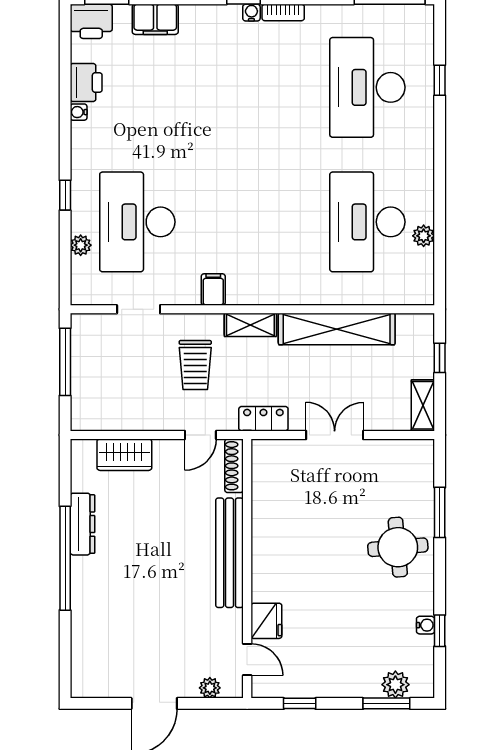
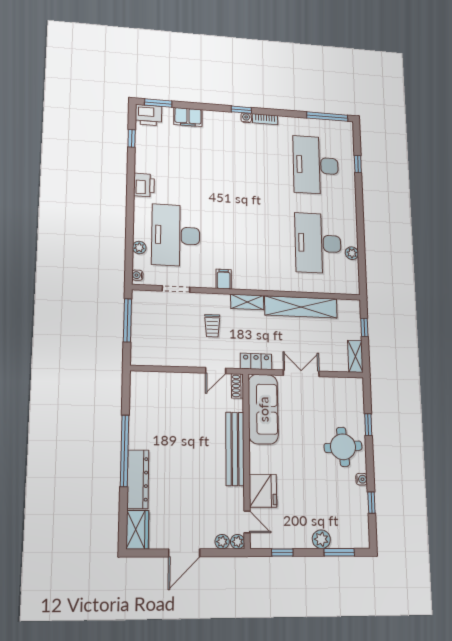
printer: (86, 83) -> (144, 185), moved
water cooler: (79, 112) -> (137, 275), moved
window: (65, 195) -> (132, 138), moved
trolley: (195, 365) -> (212, 326), width x0.73, depth x0.72
wardrobe: (124, 455) -> (137, 530), moved, turned -90
shoe rack: (234, 466) -> (237, 386), width x0.70
sofa: (274, 492) -> (263, 409), added
window: (440, 512) -> (368, 425), width x0.67
dresser: (82, 524) -> (138, 479), moved, width x1.37, depth x1.24
fridge: (266, 621) -> (263, 491), width x1.36, depth x1.34
water cooler: (425, 625) -> (362, 479), moved
plant: (395, 685) -> (321, 539), moved
plant: (233, 688) -> (238, 542), added

